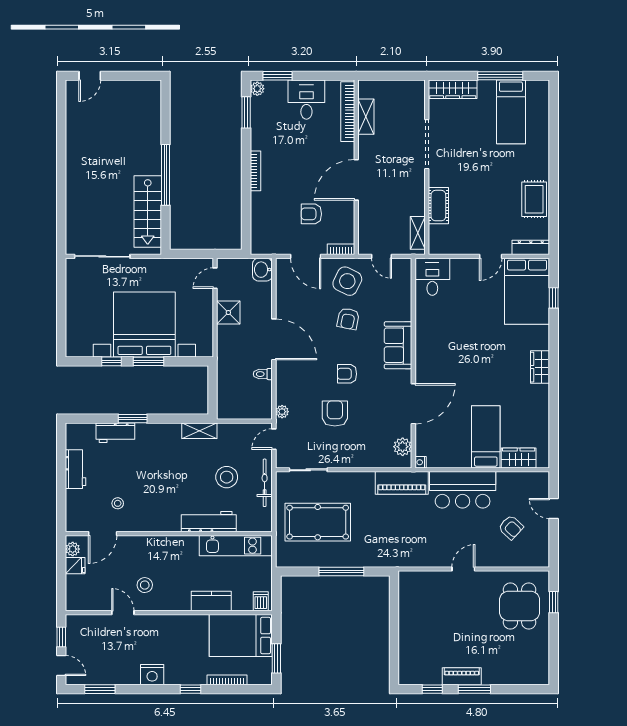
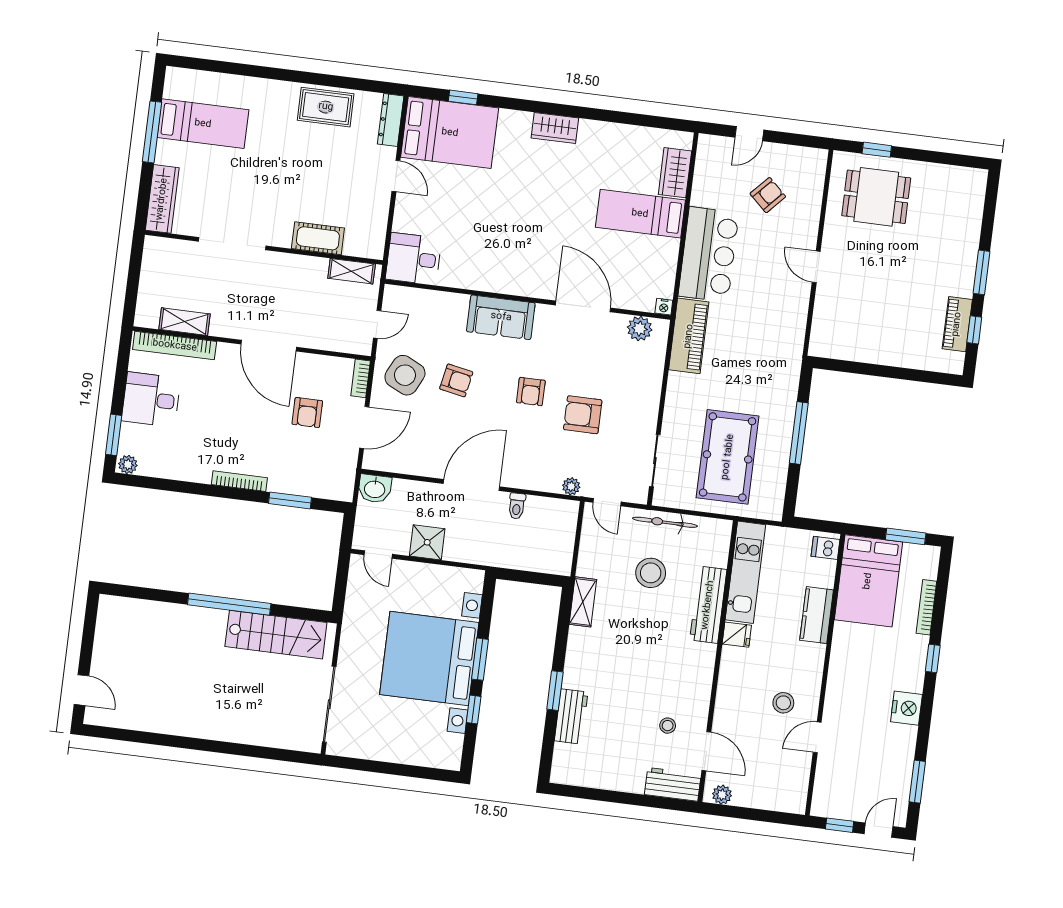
window: (246, 112) -> (290, 500), moved
workbench: (76, 469) -> (673, 784), moved
fridge: (75, 566) -> (737, 635), moved, turned 90
piano: (462, 676) -> (957, 324), moved

